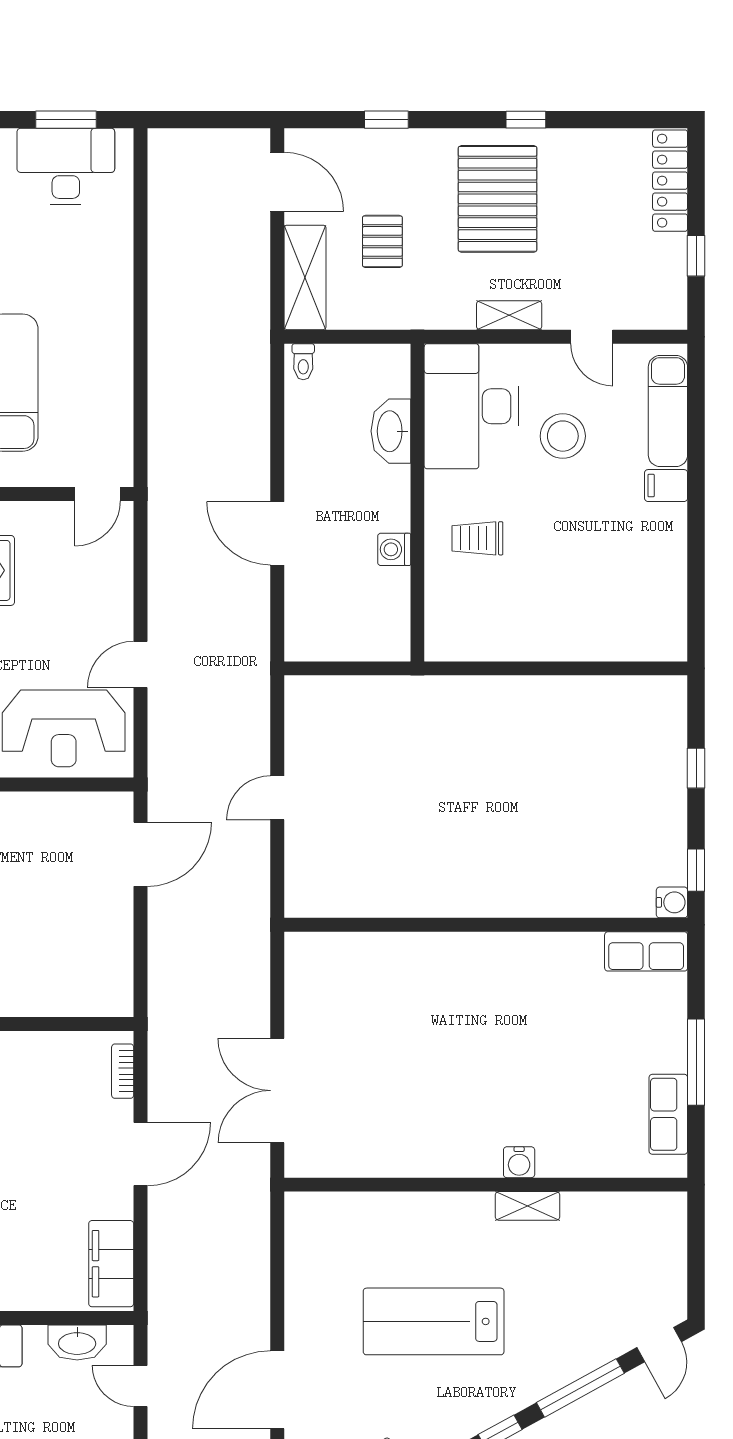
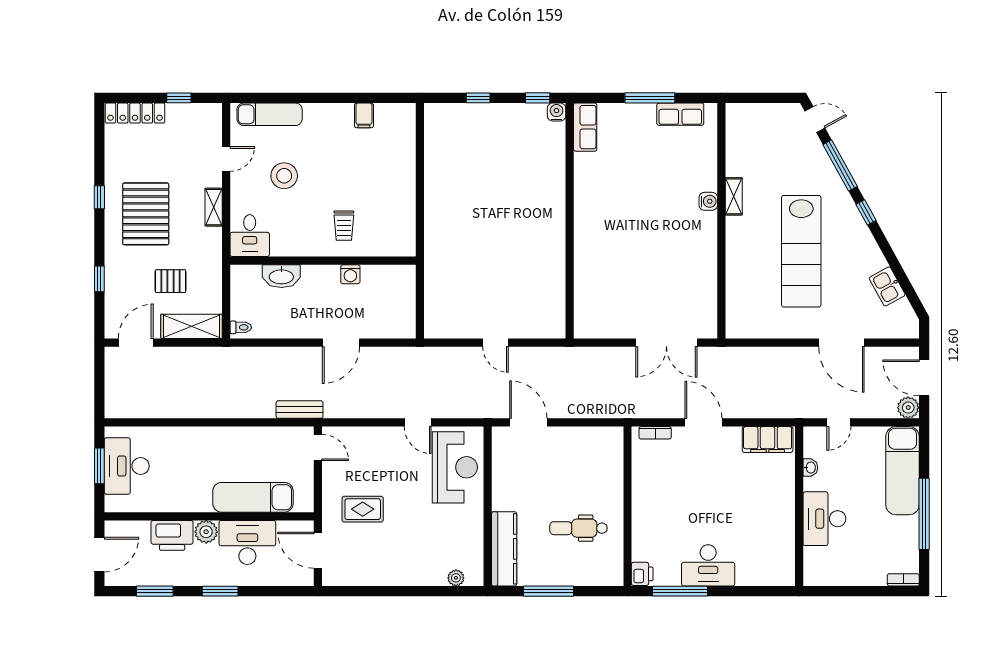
pallet: (498, 199) -> (146, 214), turned 90
desk: (471, 406) -> (250, 236), width x0.53, depth x0.77
bench: (163, 462) -> (300, 410), added
filing cabinet: (666, 486) -> (364, 115), moved
lab bench: (434, 1321) -> (801, 251), width x1.36
washbasin: (77, 1342) -> (810, 468), width x0.52, depth x0.69

